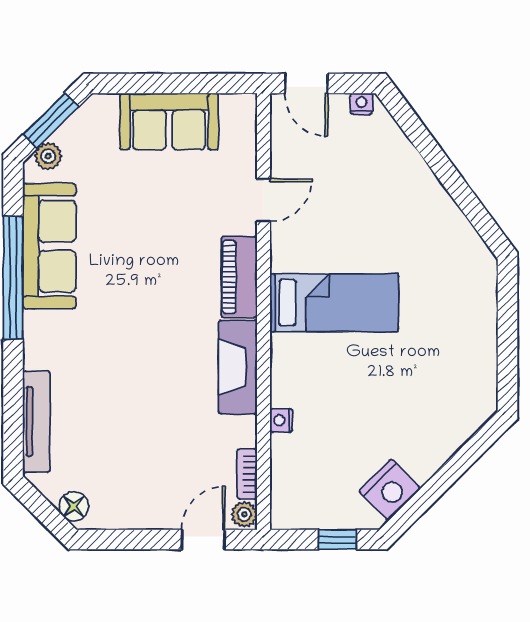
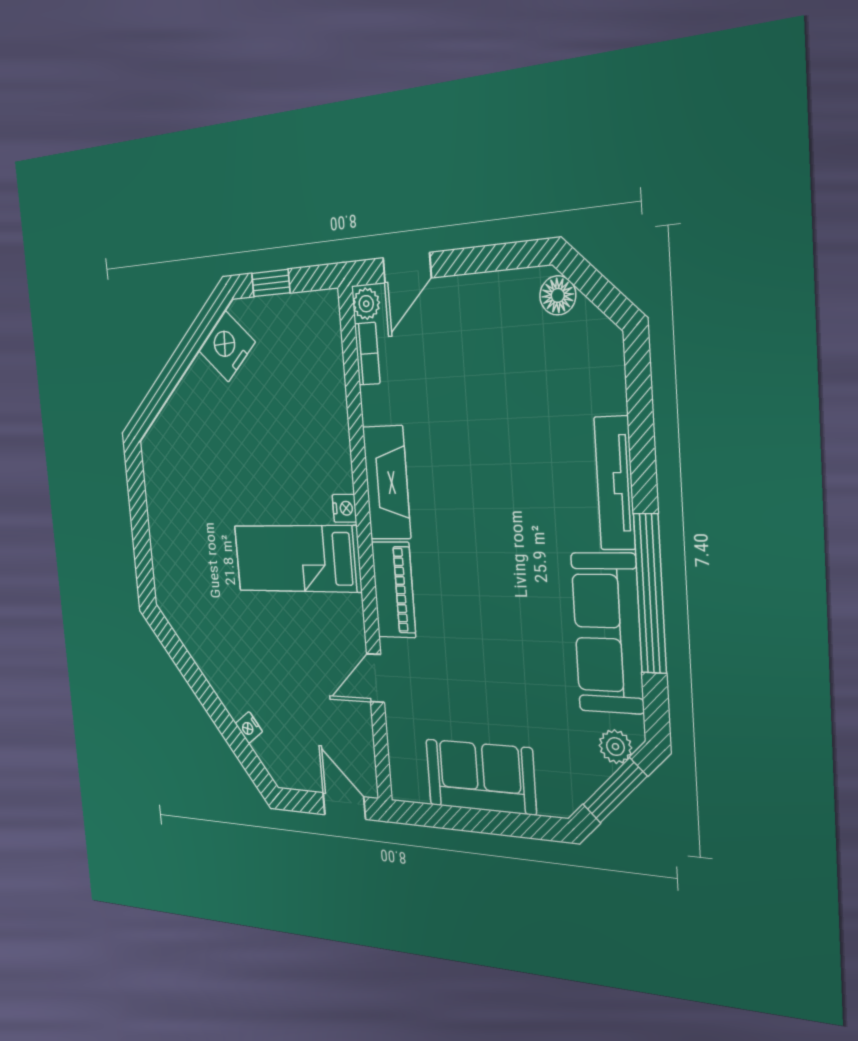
nightstand: (361, 104) -> (249, 727), moved, turned 54
nightstand: (281, 420) -> (345, 508), moved
tv unit: (36, 421) -> (615, 483), moved

